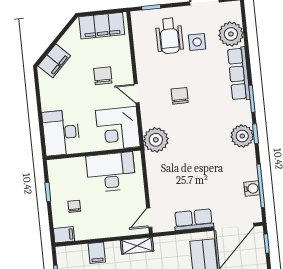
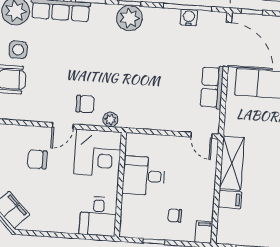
chair: (180, 96) -> (85, 104), moved, turned 180
desk: (61, 133) -> (98, 216), width x0.73
plant: (156, 140) -> (110, 119), width x0.53, depth x0.53
desk: (111, 172) -> (144, 176), width x0.73
shelving: (137, 246) -> (232, 163), width x1.50, depth x1.33

